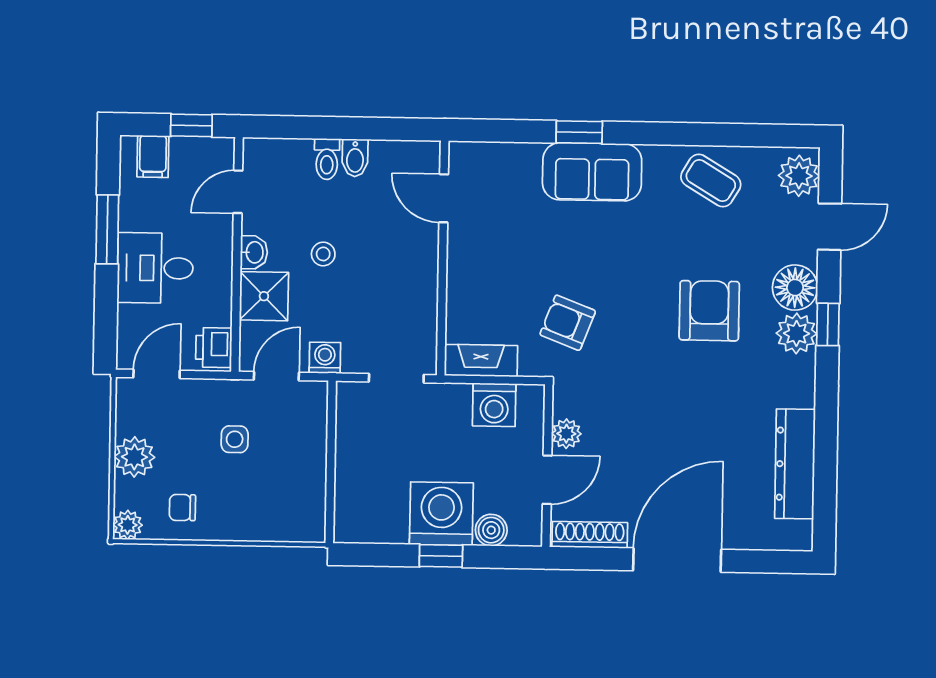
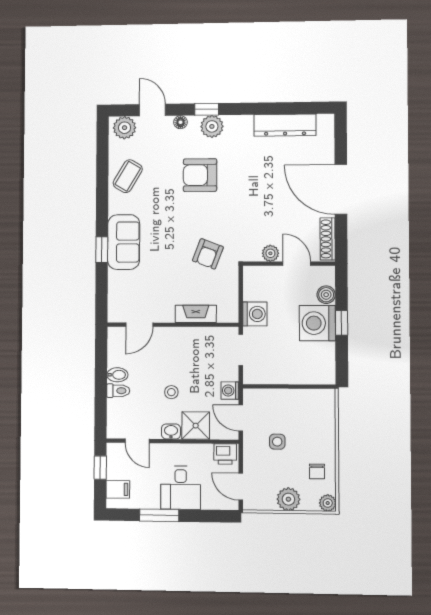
floor lamp: (795, 288) -> (180, 122), width x0.53, depth x0.53
fireplace: (481, 360) -> (196, 314), moved, turned 90
washing machine: (494, 405) -> (255, 314), moved

